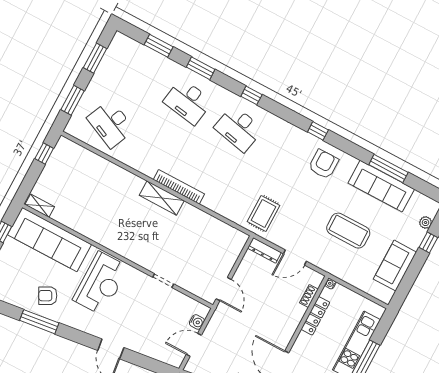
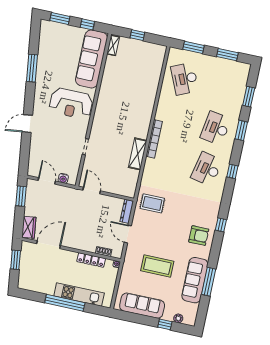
desk: (111, 124) -> (185, 79), turned -48
window: (44, 153) -> (137, 35), moved
shelving: (162, 198) -> (138, 154), moved
coffee table: (348, 231) -> (157, 266), turned 90
sofa: (395, 266) -> (142, 306), width x1.36
door: (224, 289) -> (92, 191), swing flipped
armchair: (48, 296) -> (52, 69), removed

